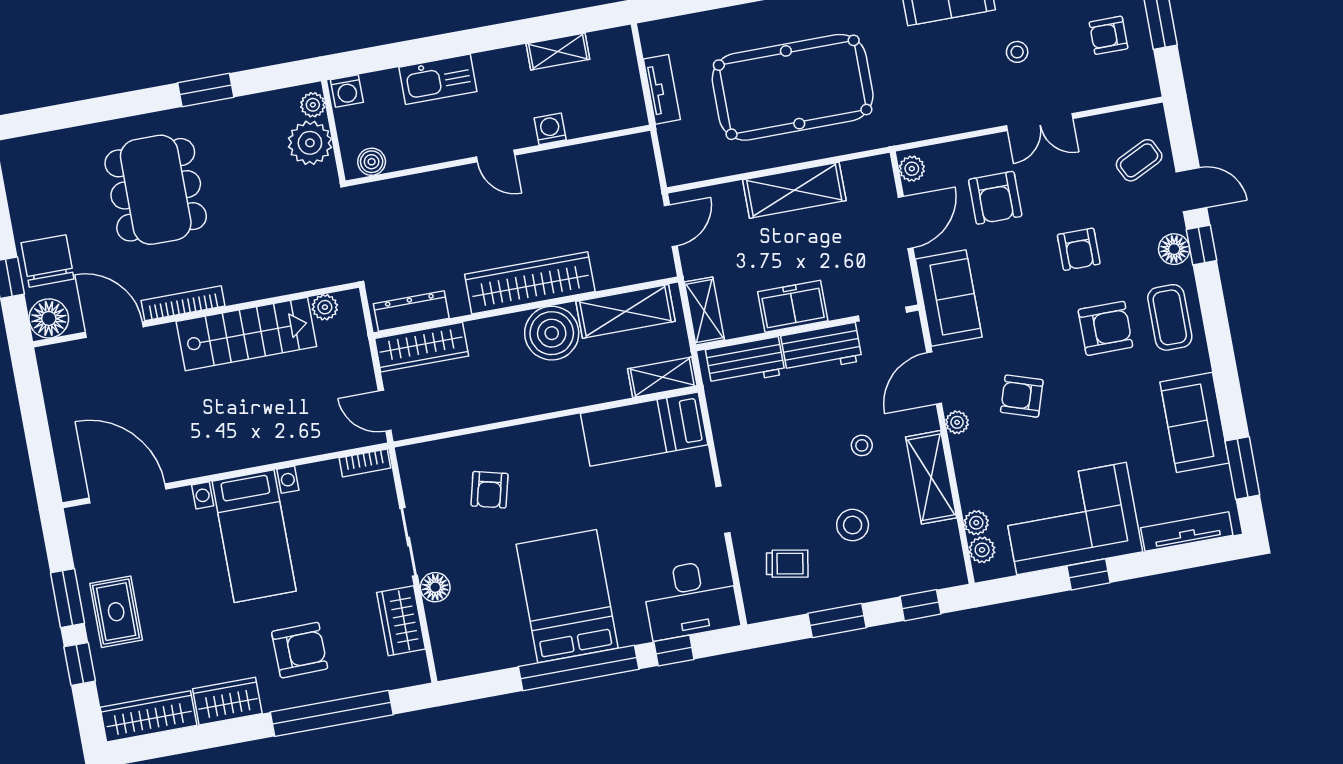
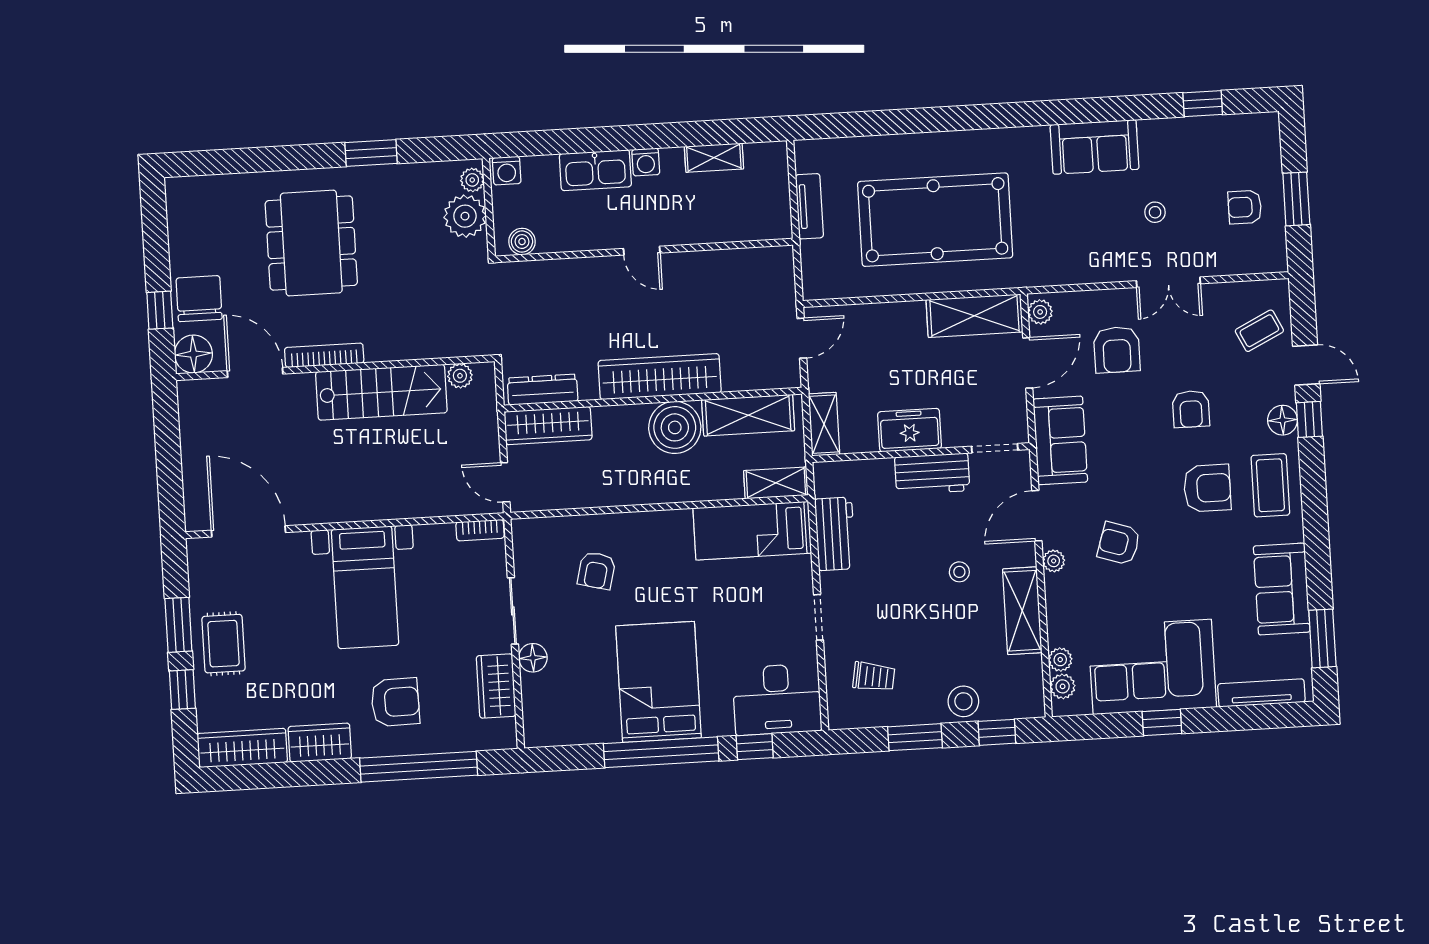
washing machine: (550, 129) -> (646, 162), moved, turned 180
shelving: (794, 190) -> (974, 316), moved
workbench: (745, 362) -> (835, 534), moved, turned -90
stool: (853, 525) -> (963, 701), moved

